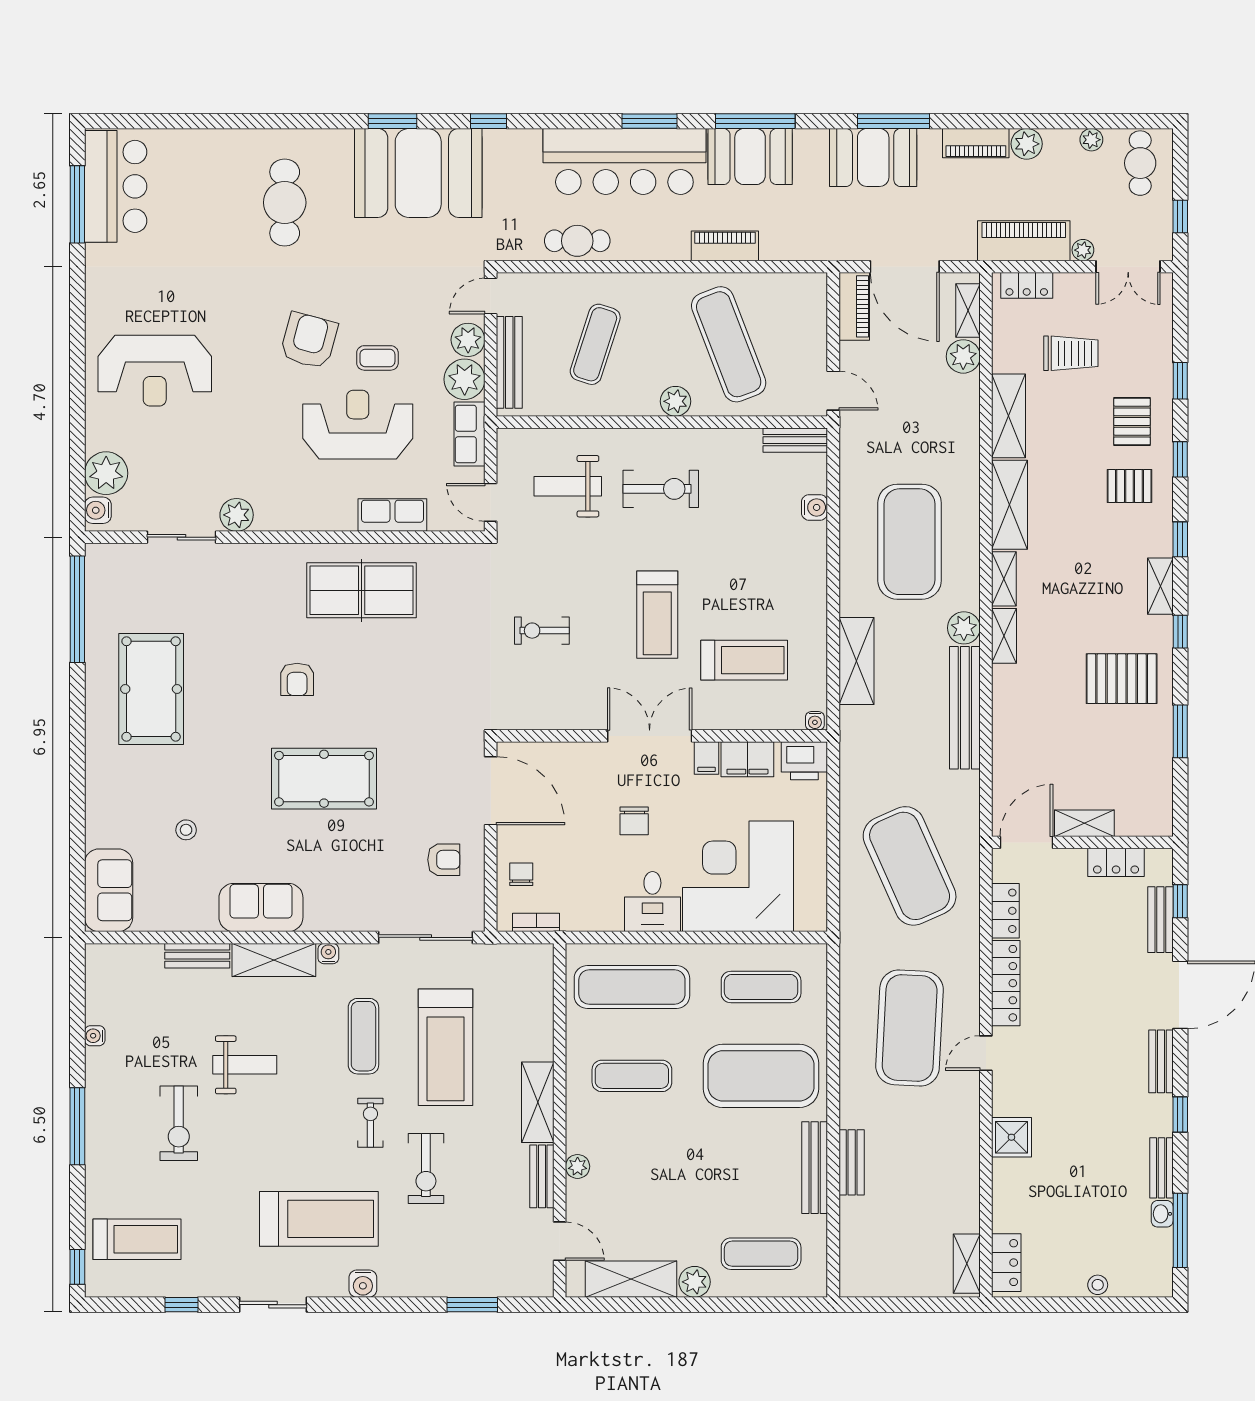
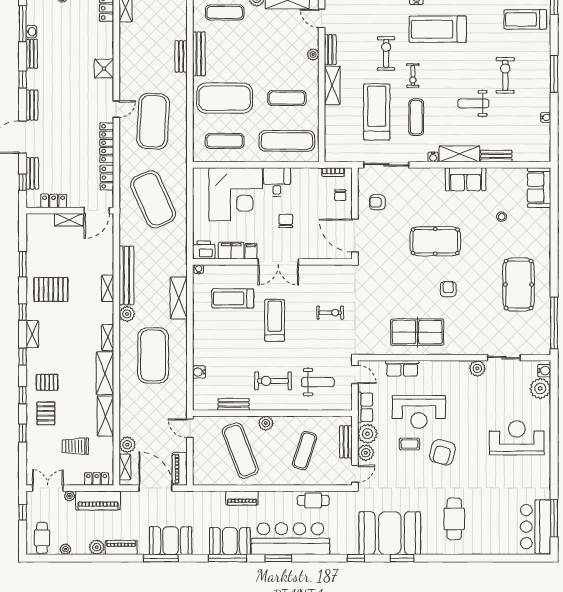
bench: (509, 362) -> (346, 442), width x0.73
bench: (795, 440) -> (234, 404), moved
shelving: (1004, 636) -> (108, 288), moved

